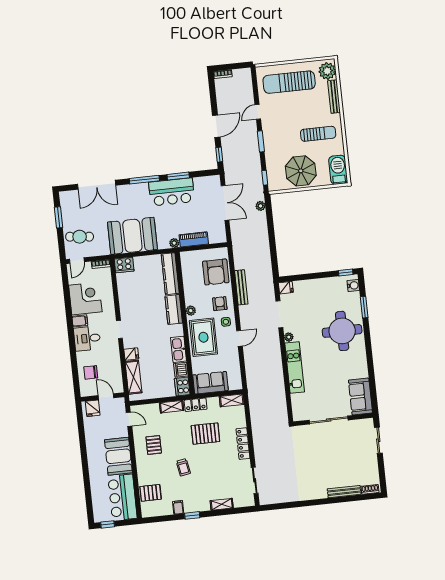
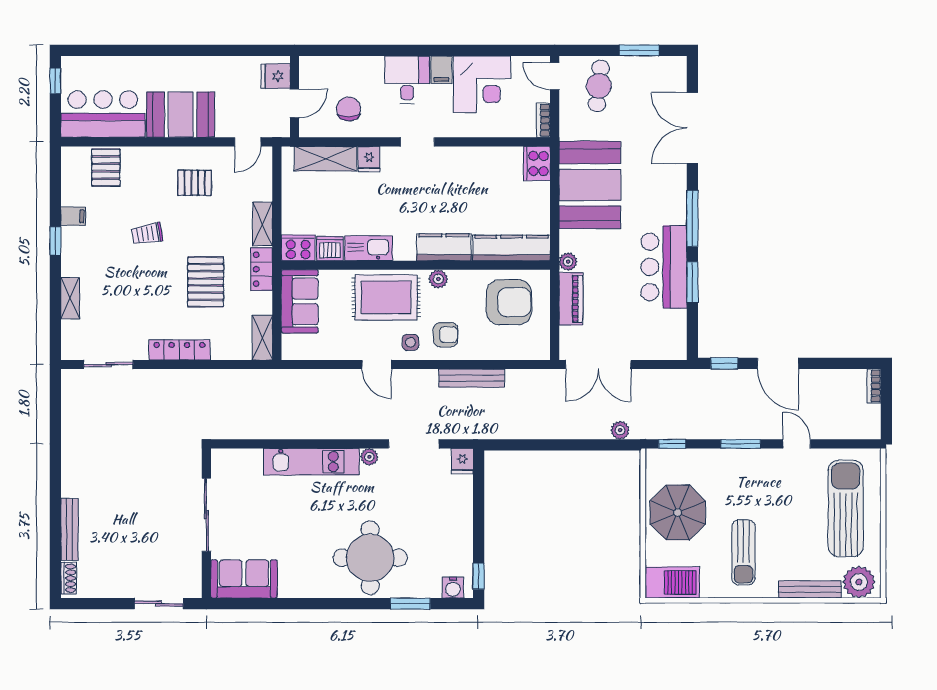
double door: (225, 203) -> (598, 364), moved
armchair: (216, 272) -> (509, 302), moved, turned 180
chair: (91, 372) -> (349, 109), moved

